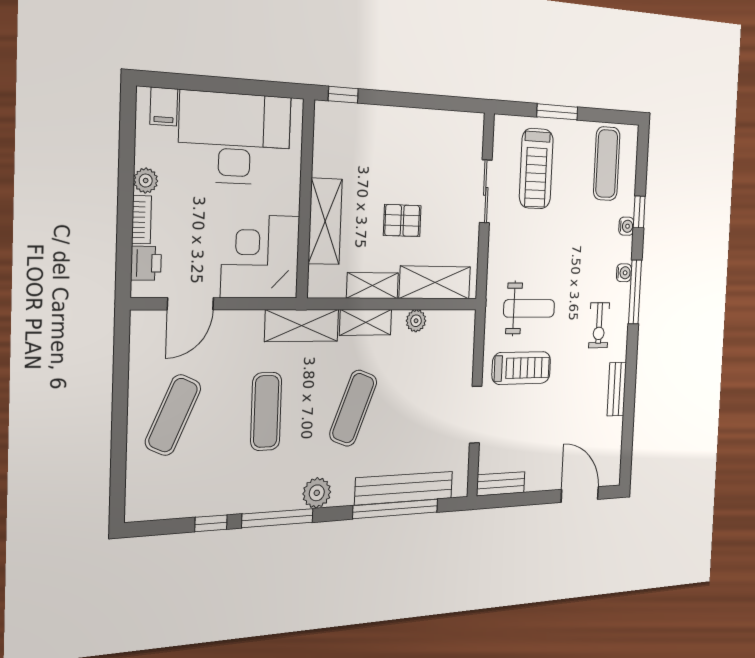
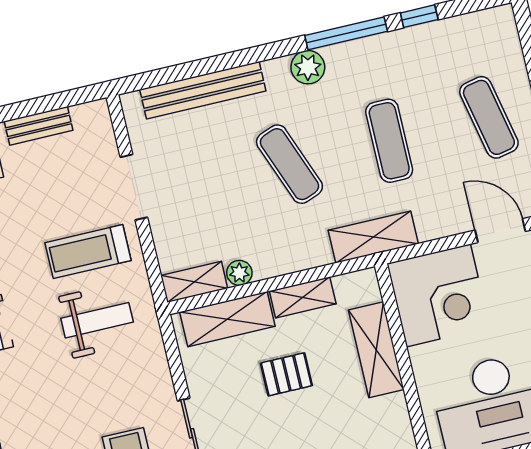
door: (190, 304) -> (500, 231), hinge flipped
weight bench: (529, 308) -> (97, 320), turned 180
shelving: (366, 322) -> (194, 282), moved
exercise mat: (353, 408) -> (289, 164), turned -42
exercise mat: (173, 415) -> (489, 117), turned -36
bench: (501, 484) -> (39, 126), moved
window: (396, 509) -> (207, 66), removed

